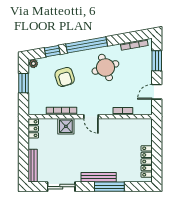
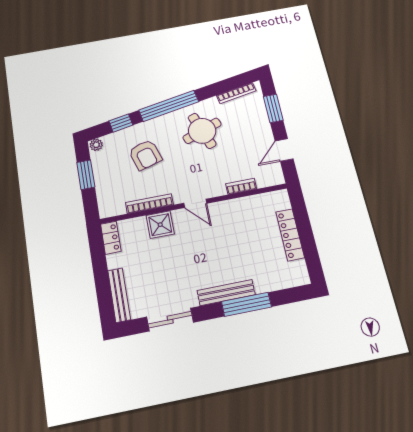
locker: (147, 162) -> (290, 235), moved

